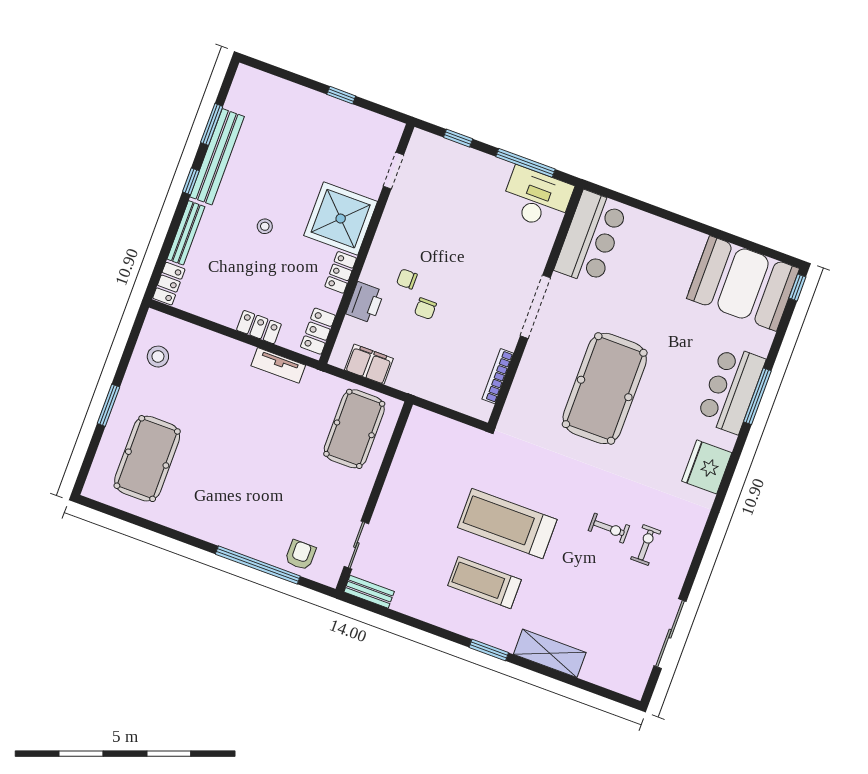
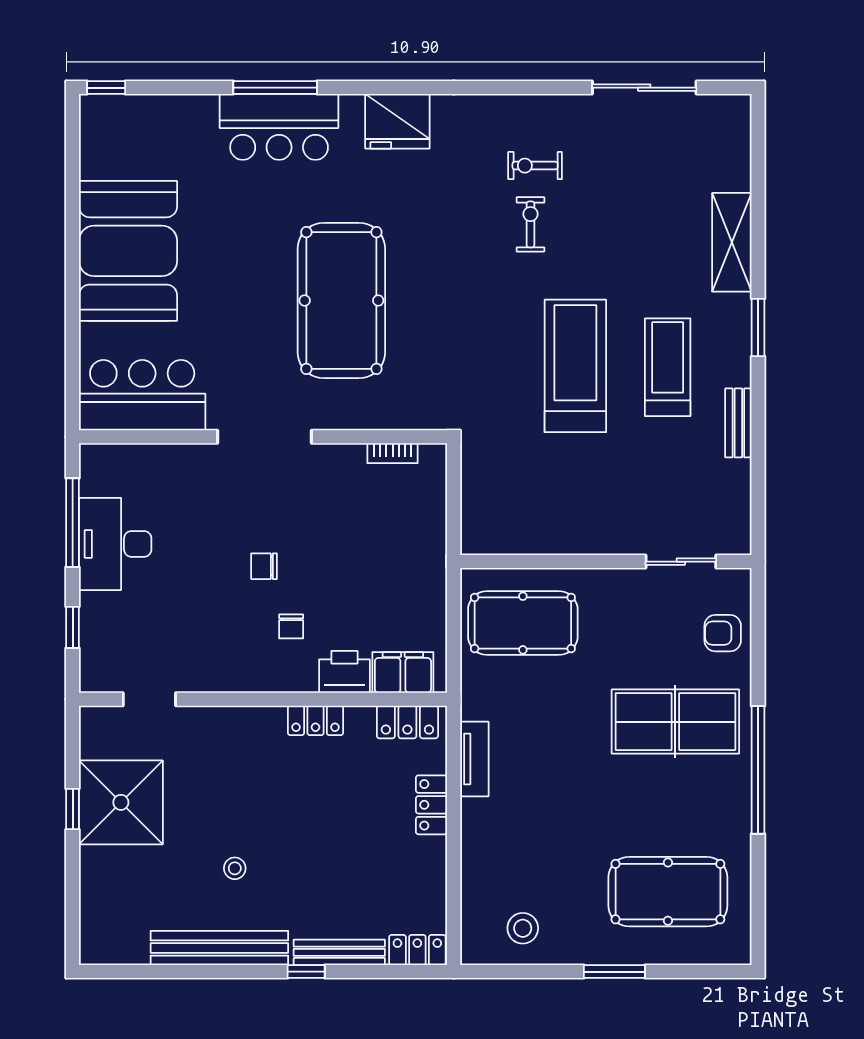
window: (212, 124) -> (178, 972), removed
window: (191, 181) -> (306, 972), moved
desk: (537, 198) -> (115, 544), moved
shower: (341, 219) -> (121, 802), moved
stool: (265, 226) -> (235, 868), moved
booth: (743, 283) -> (128, 251), moved
chair: (425, 309) -> (264, 566), moved, turned 180
filing cabinet: (369, 364) -> (403, 672), moved, turned 90
bookcase: (498, 376) -> (393, 453), width x0.64
pool table: (605, 388) -> (341, 301), turned 90
table tennis table: (255, 504) -> (675, 722), added
treadmill: (507, 523) -> (575, 366), turned 180
window: (258, 565) -> (758, 770), moved
treadmill: (485, 583) -> (668, 367), turned 180
bench: (369, 592) -> (738, 423), moved

